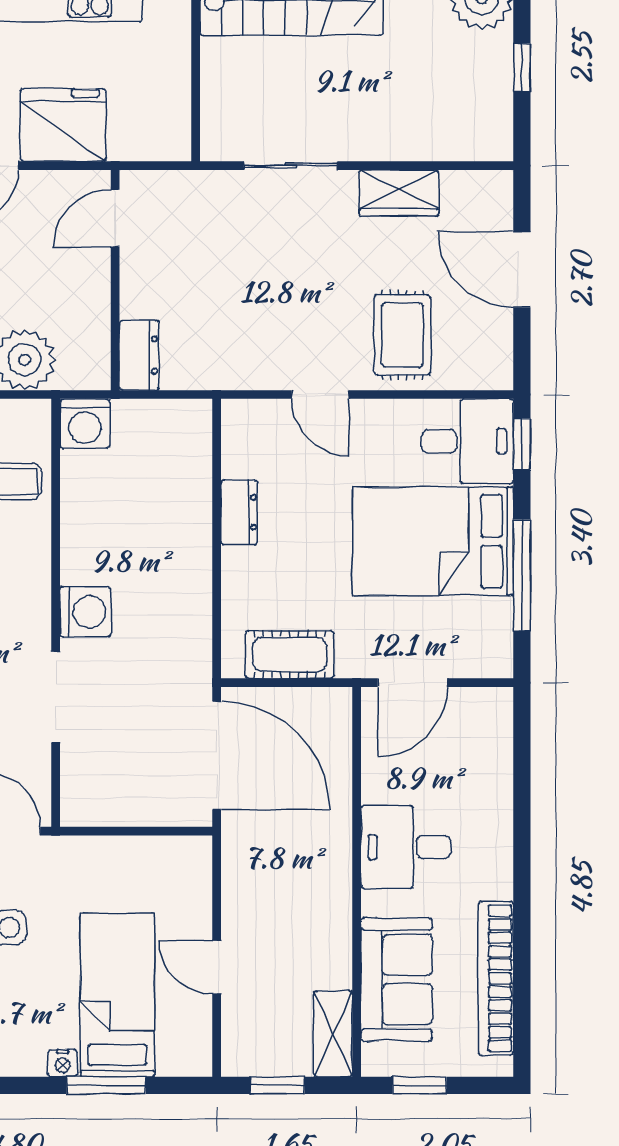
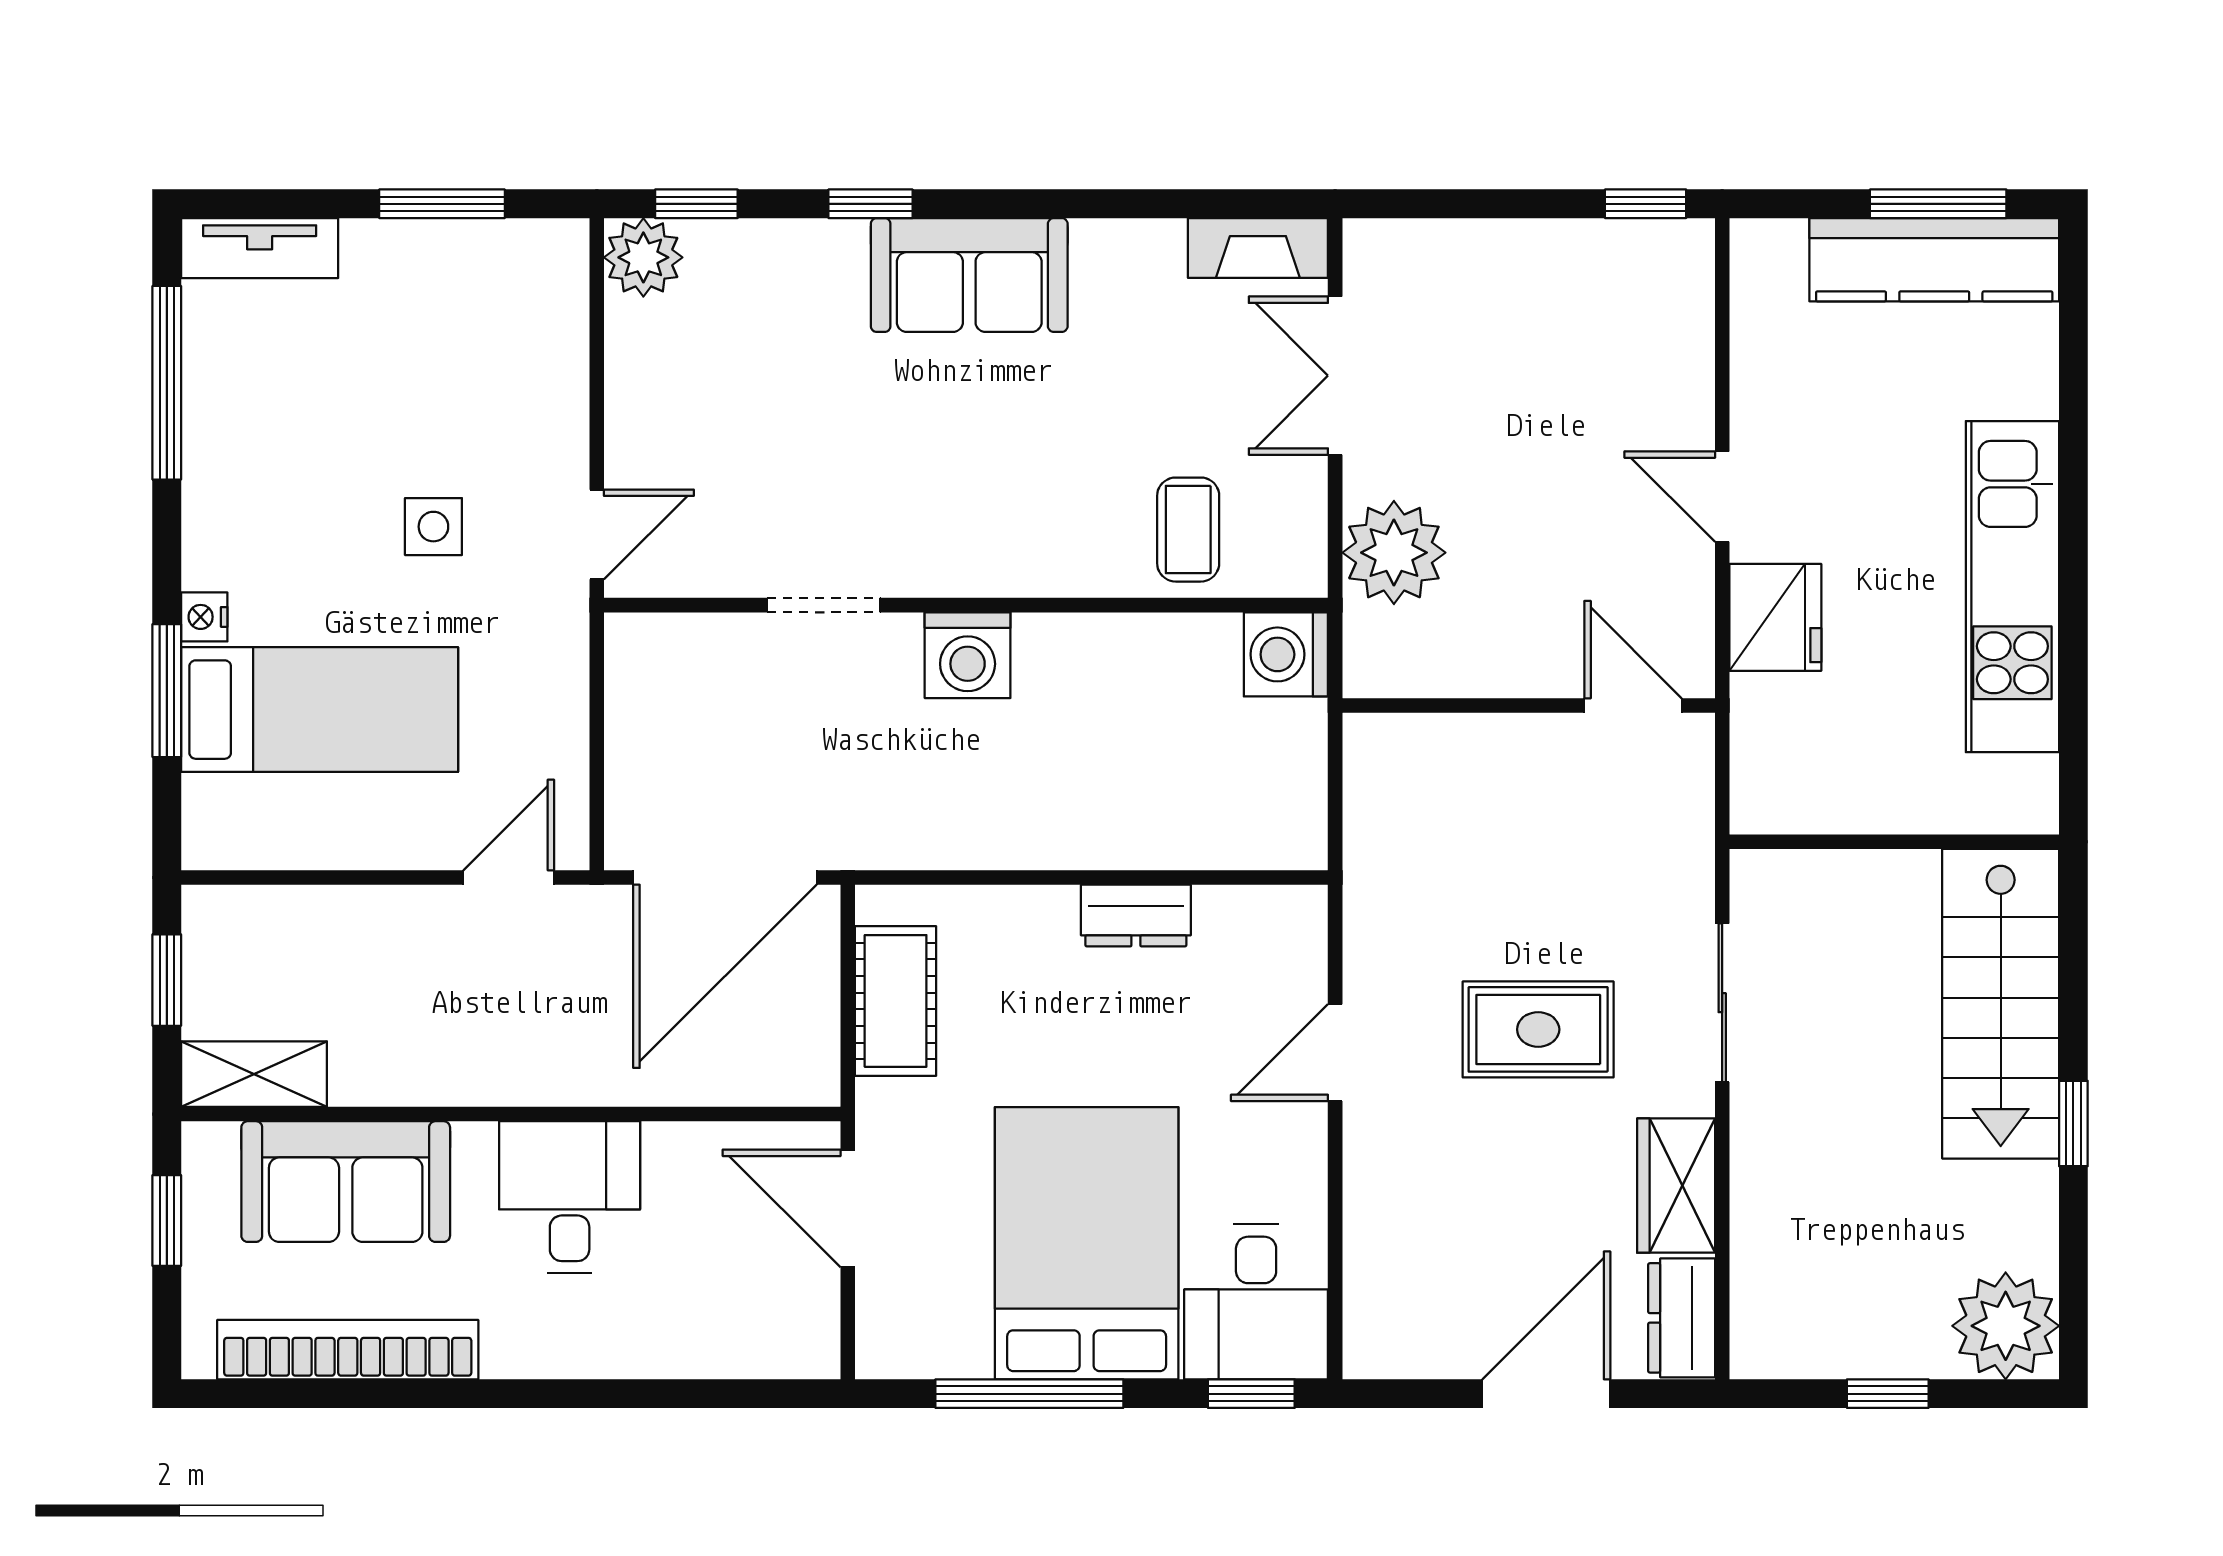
fridge: (63, 125) -> (1775, 617), width x0.73, depth x0.75
rug: (402, 335) -> (1538, 1029), moved
dresser: (139, 355) -> (1682, 1318), moved, turned 90
doorway: (56, 697) -> (823, 605), width x0.73
door: (217, 967) -> (509, 878), moved

